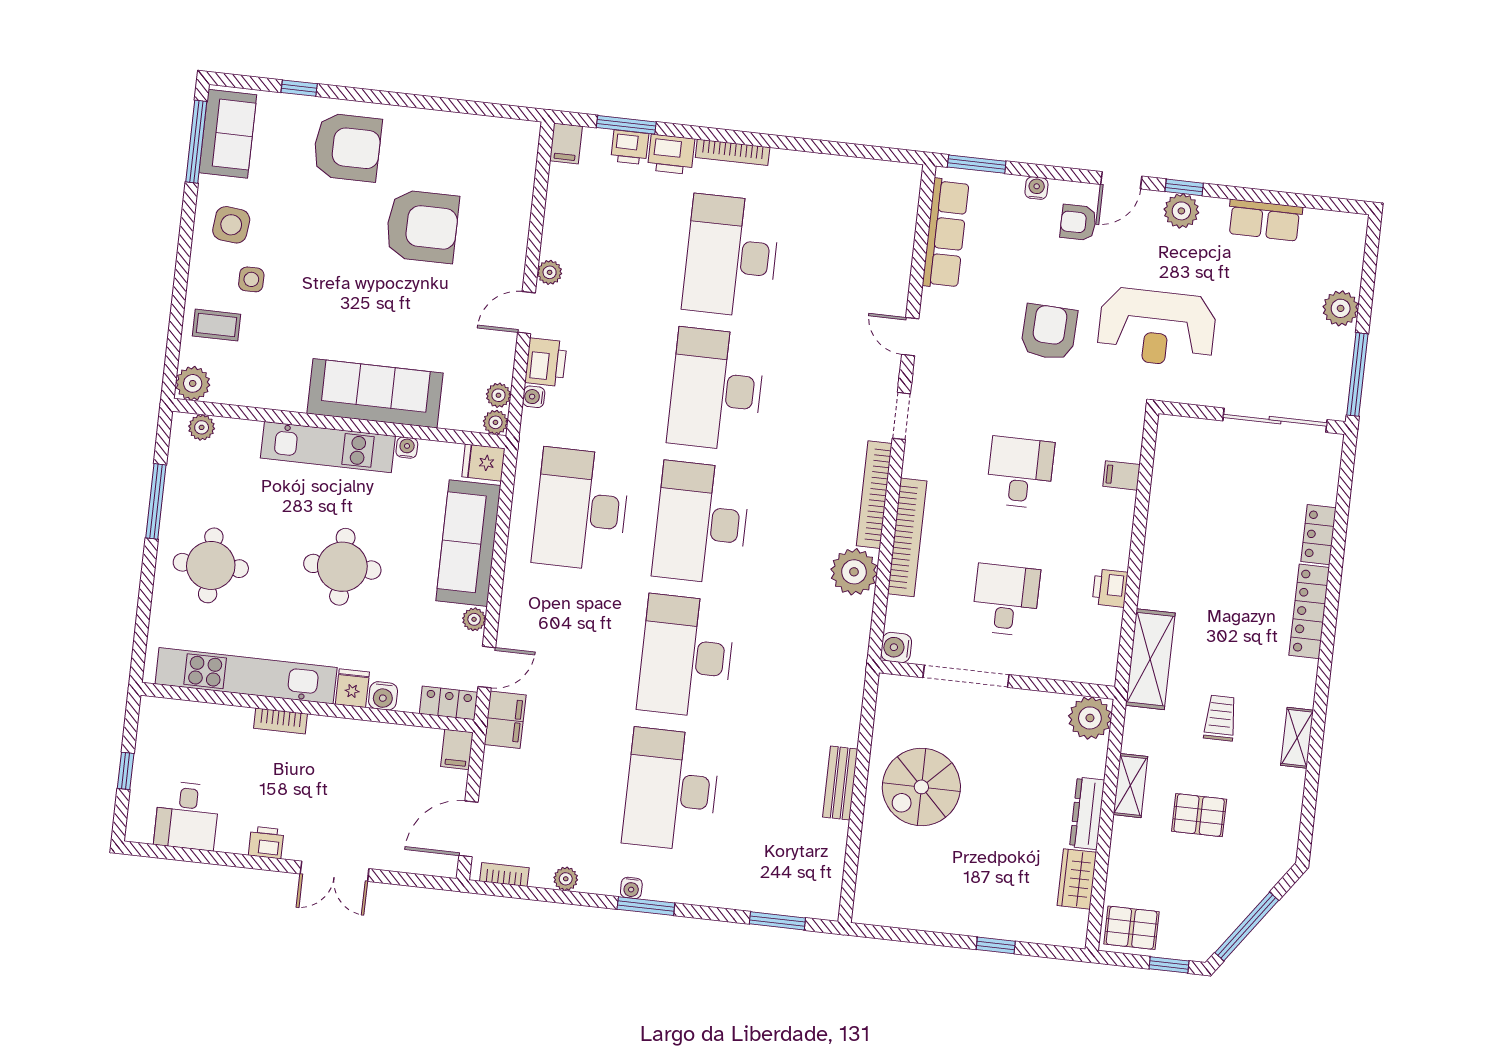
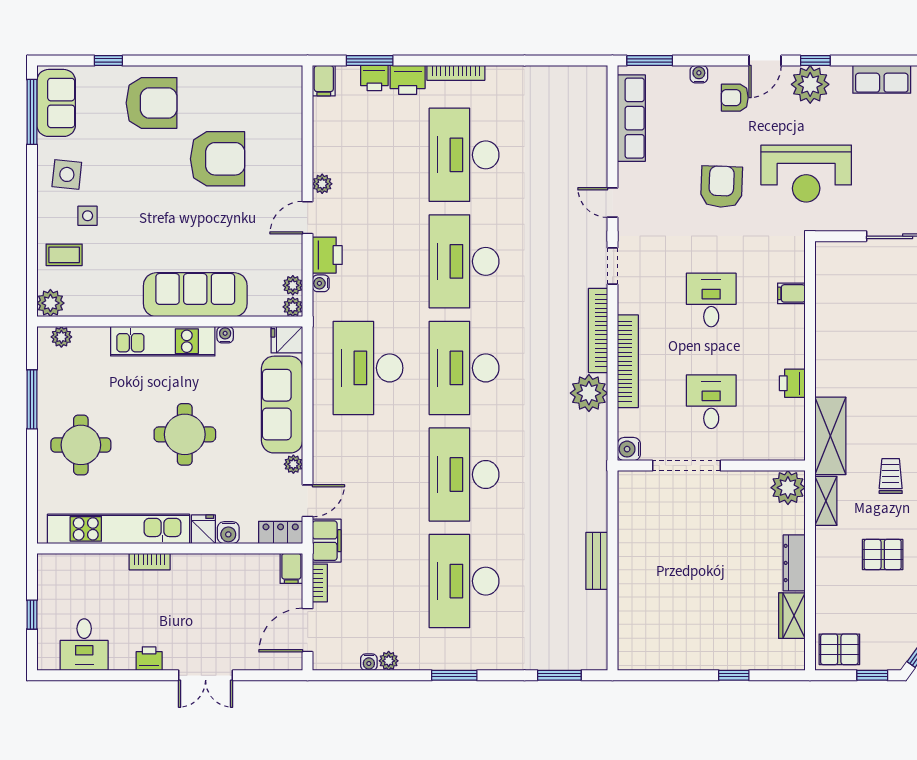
plant: (1181, 211) -> (810, 84), width x1.36, depth x1.36
shelving: (1130, 786) -> (826, 501), moved
spiral stairs: (921, 787) -> (661, 557), removed
bookcase: (504, 875) -> (320, 583), moved, turned 90
water cooler: (631, 888) -> (369, 662), moved

